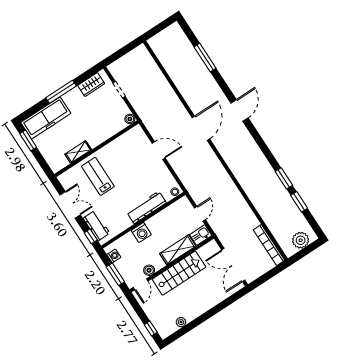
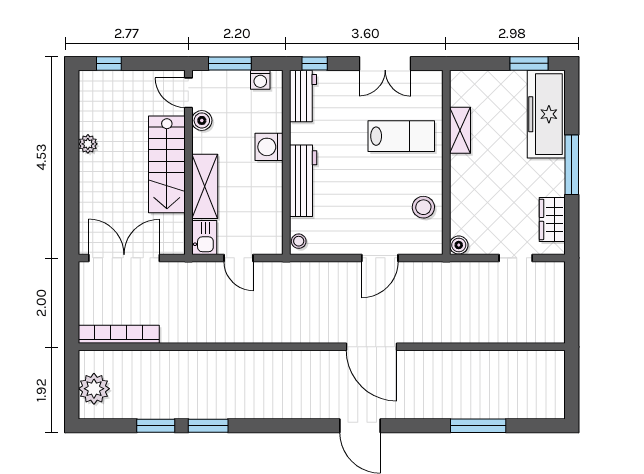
stool: (123, 146) -> (423, 207), added
workbench: (96, 226) -> (303, 96), moved, turned -90
plant: (181, 322) -> (88, 144), moved

